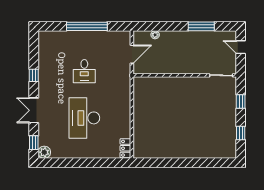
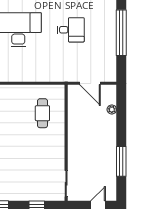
desk: (84, 71) -> (71, 30), turned 180
cafe table: (158, 96) -> (42, 113), added

